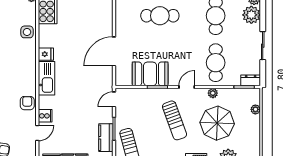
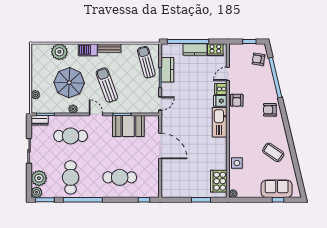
door: (114, 51) -> (160, 146), hinge flipped
fridge: (46, 54) -> (220, 101), moved
cafe table: (216, 63) -> (71, 136), turned 90
door: (187, 87) -> (96, 114), swing flipped

